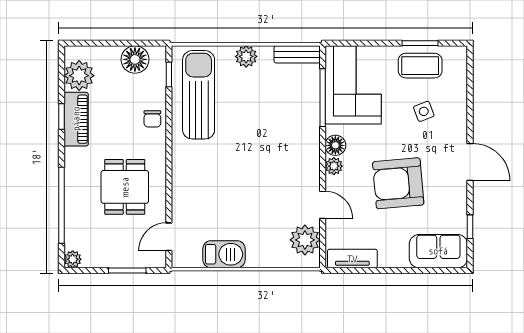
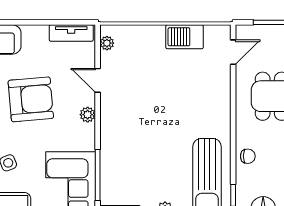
chair: (152, 119) -> (248, 156), turned 90
floor lamp: (335, 145) -> (86, 133), removed
plant: (305, 240) -> (107, 43), width x0.53, depth x0.53

